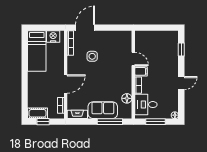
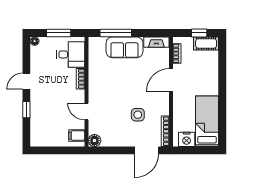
window: (181, 50) -> (26, 110), moved
filing cabinet: (141, 71) -> (77, 136), moved
floor lamp: (127, 98) -> (94, 141), moved

